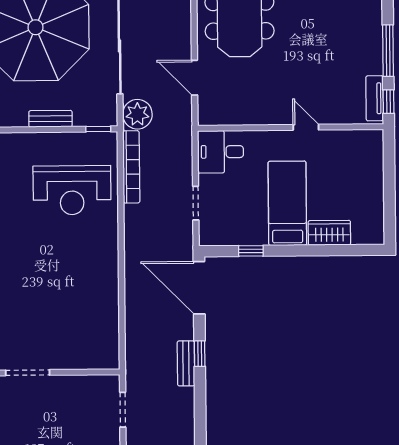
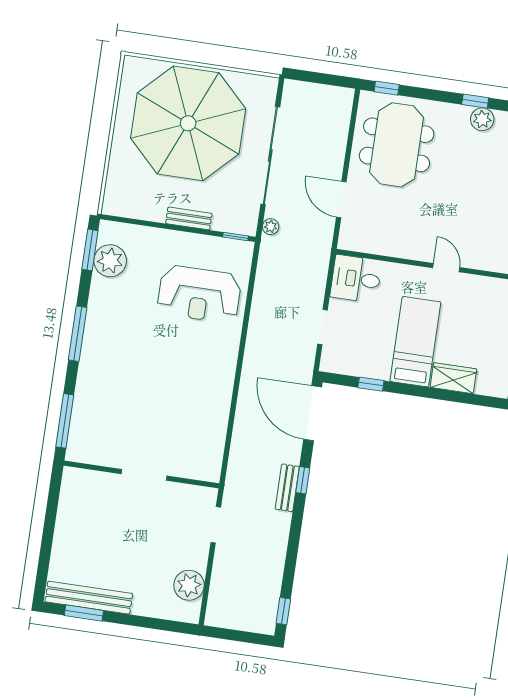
plant: (137, 114) -> (271, 227), width x0.53, depth x0.53
bookcase: (131, 167) -> (263, 280), removed
doorway: (28, 373) -> (144, 475), moved

